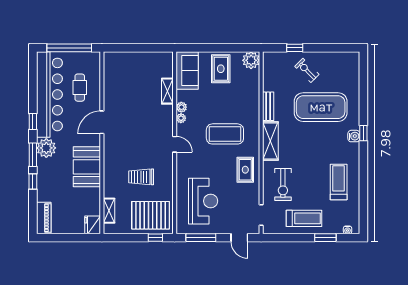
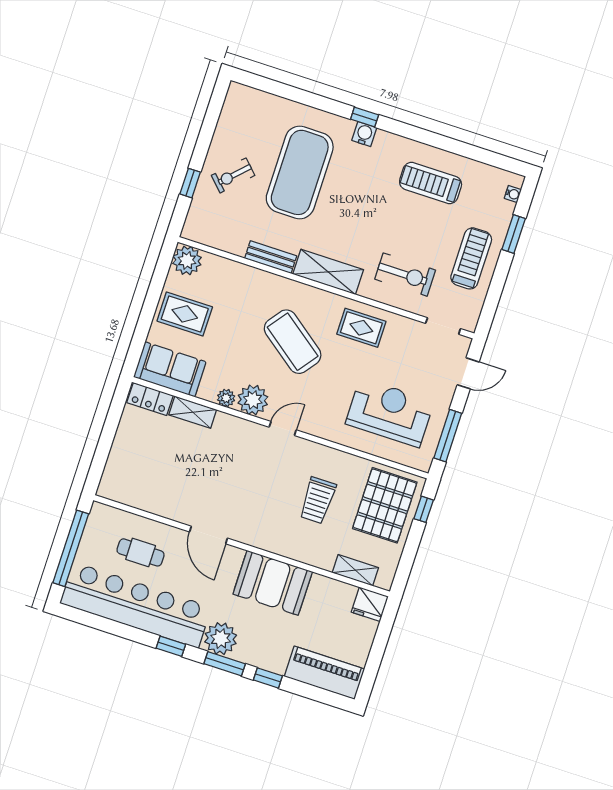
locker: (167, 65) -> (150, 399), added
plant: (181, 118) -> (253, 400), width x1.88, depth x1.88
coffee table: (225, 134) -> (293, 342), turned -53
piano: (44, 218) -> (324, 673), width x1.37, depth x1.33

